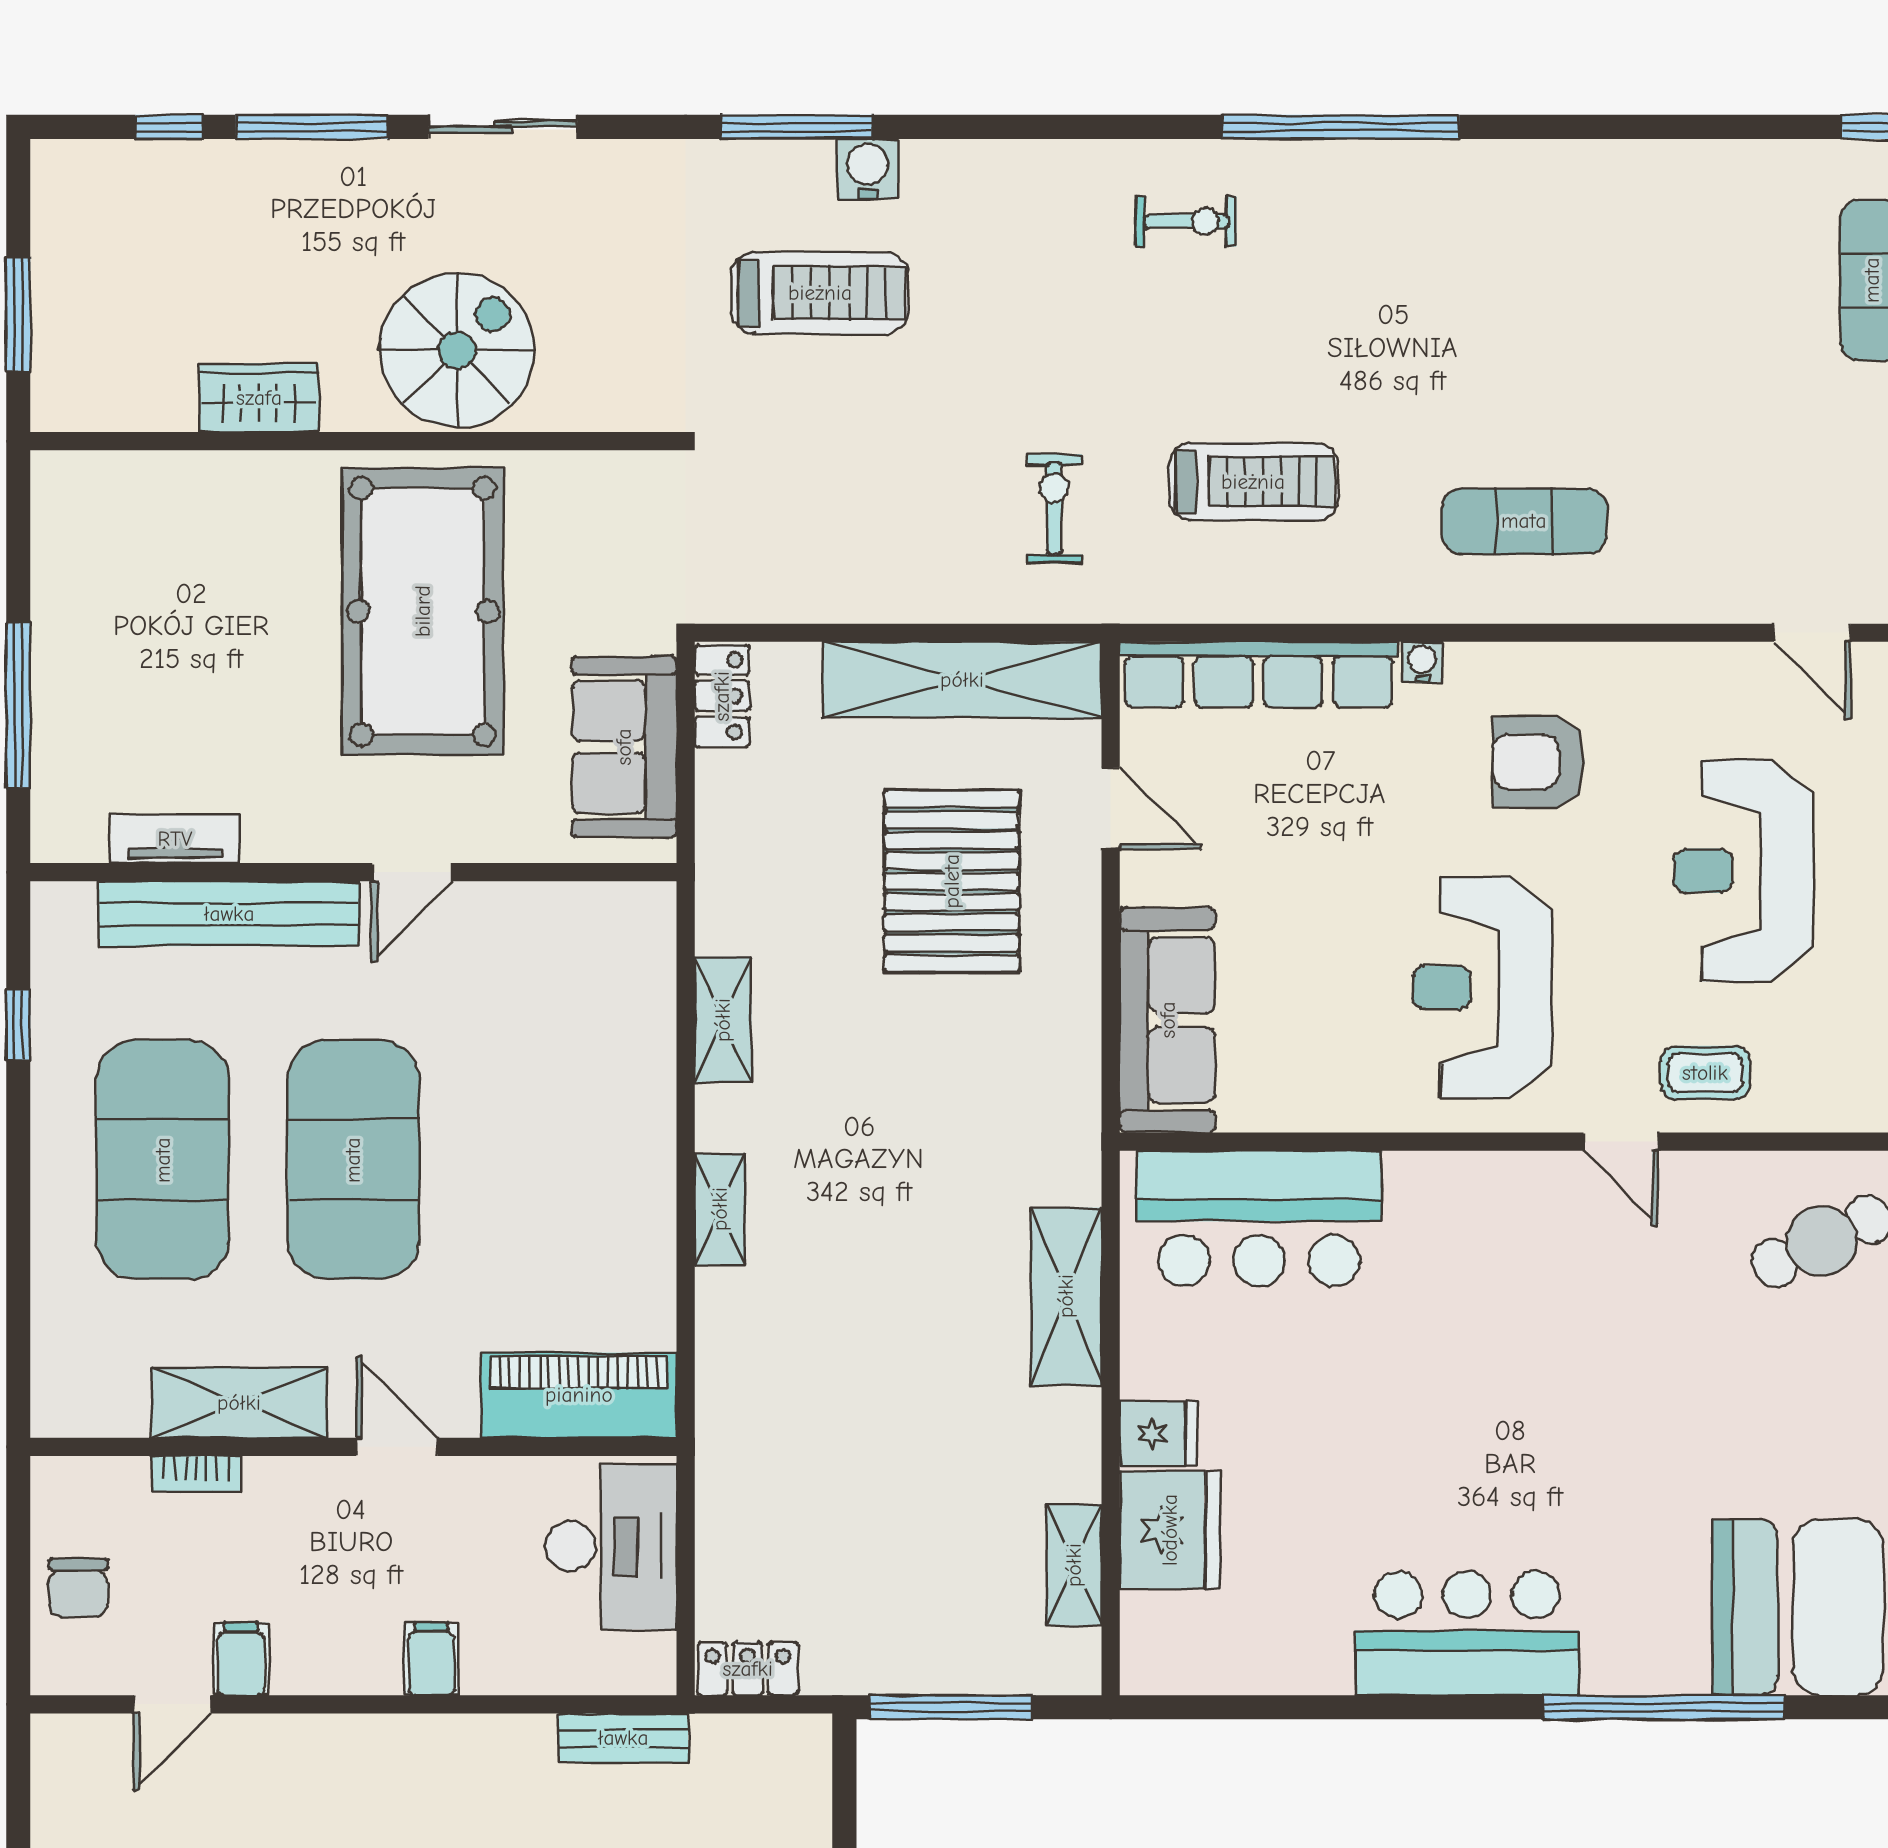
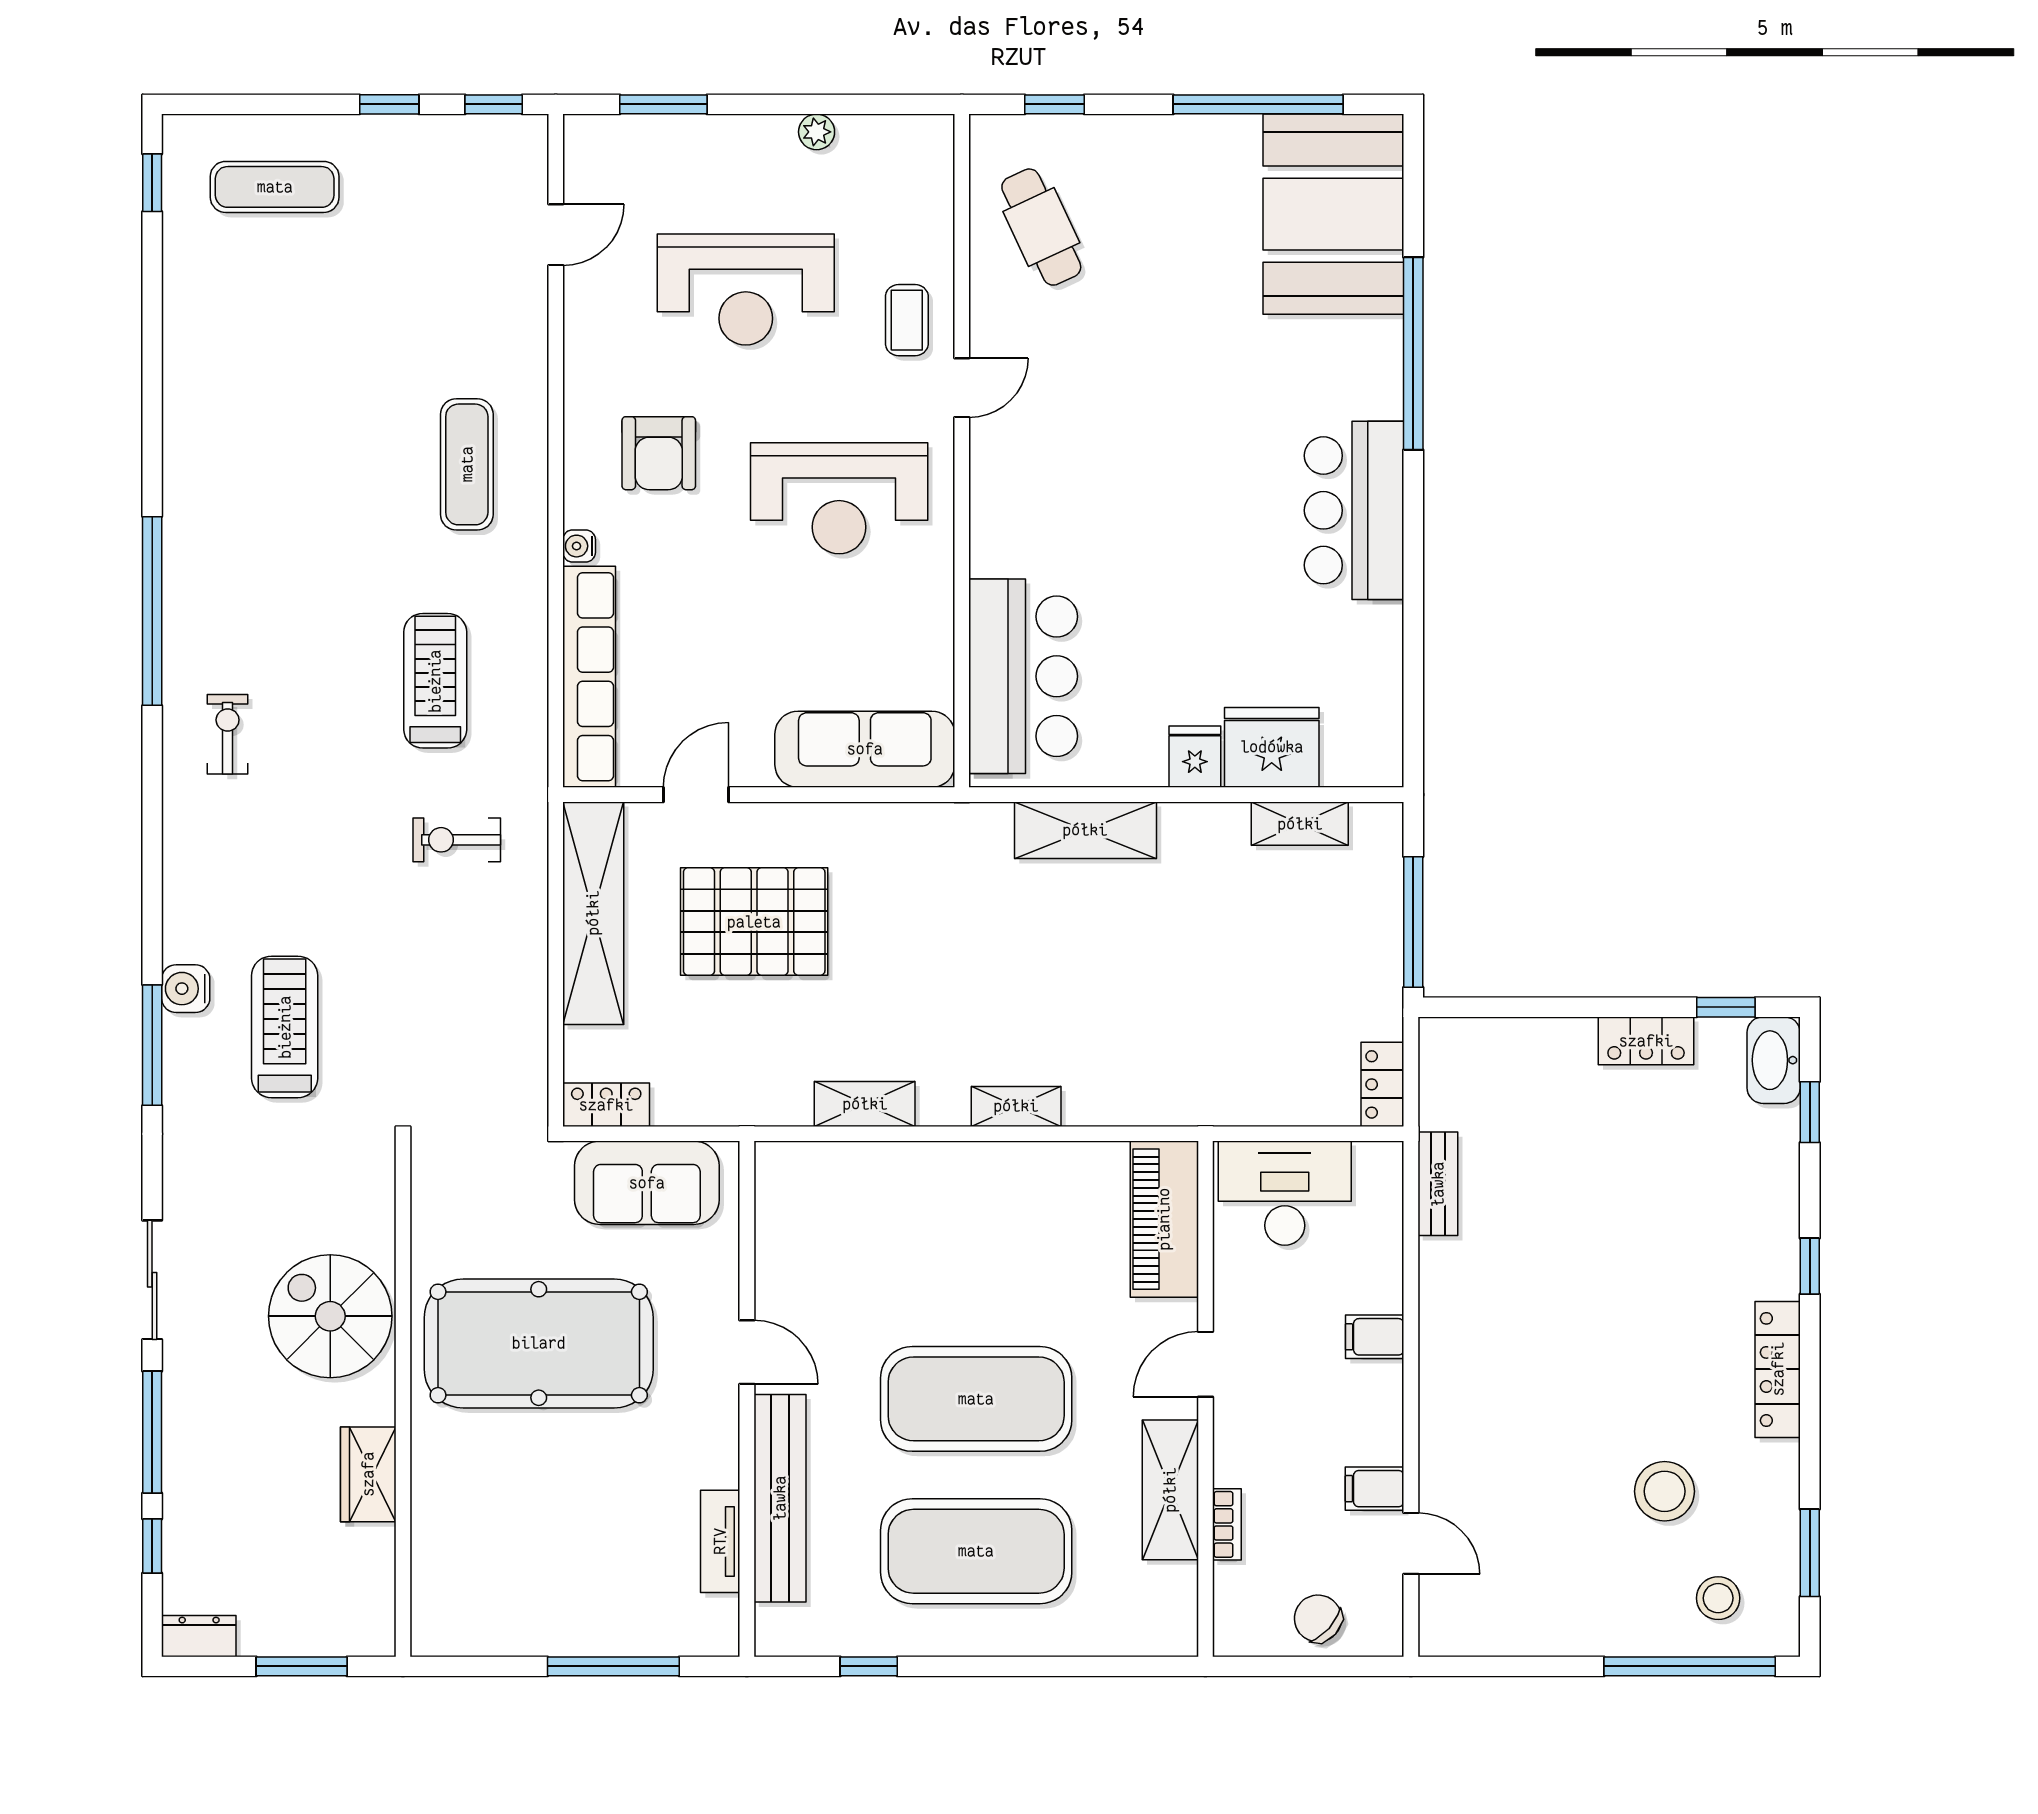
dresser: (56, 186) -> (199, 1636), added
chair: (78, 1588) -> (1318, 1618), turned -138

